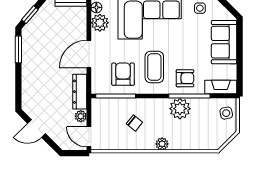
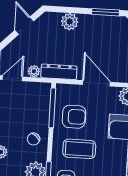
plant: (30, 84) -> (70, 22), added
chair: (134, 123) -> (33, 139), moved

